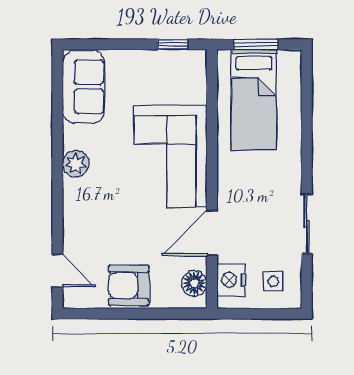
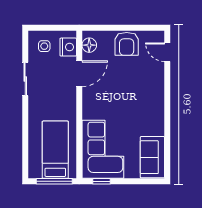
window: (256, 44) -> (54, 181), width x1.44
corner sofa: (171, 156) -> (103, 149), moved
plant: (76, 164) -> (157, 113), removed
armchair: (129, 285) -> (127, 44), turned 90

